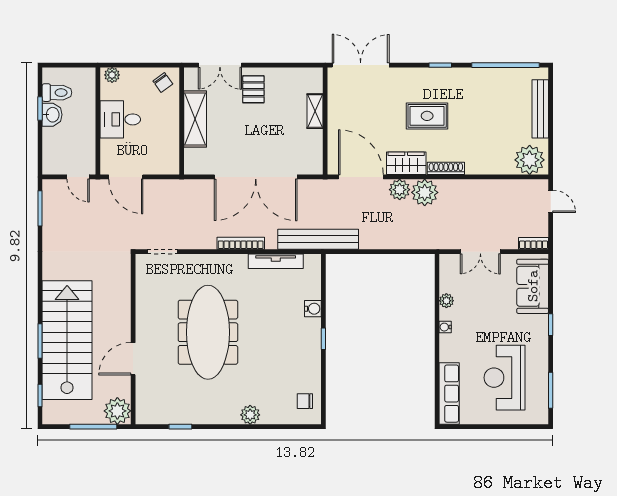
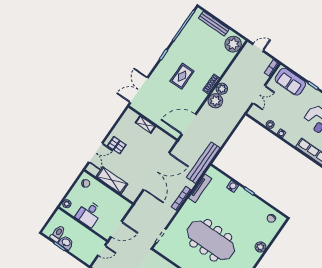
wardrobe: (406, 163) -> (197, 100), removed
plant: (400, 190) -> (222, 89), moved

